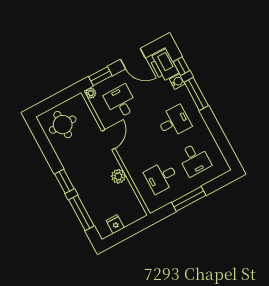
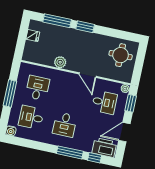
water cooler: (177, 82) -> (11, 131), moved

